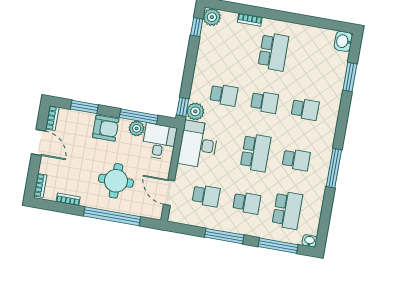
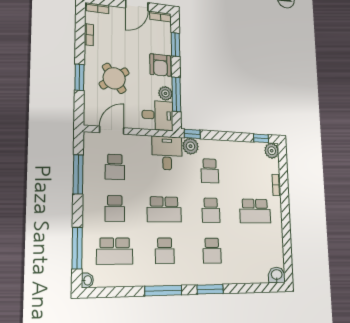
window: (350, 77) -> (210, 289), moved
desk: (198, 145) -> (167, 153), width x0.73
round table: (116, 181) -> (114, 78), turned -35
window: (112, 216) -> (79, 77), width x0.47
window: (224, 236) -> (78, 174), moved

